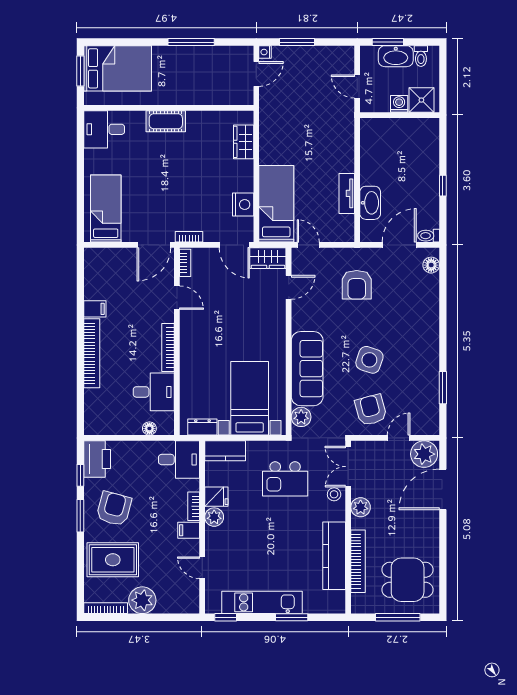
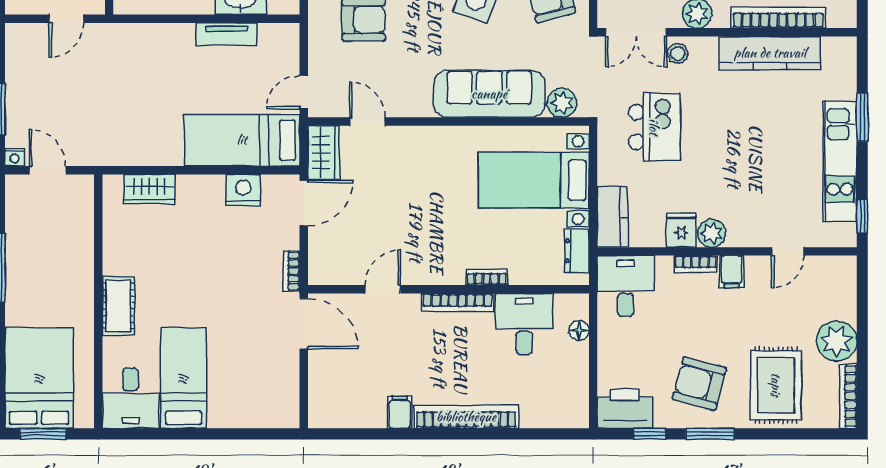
bed: (106, 209) -> (183, 378), moved, turned 90
bookcase: (185, 263) -> (487, 277), moved

